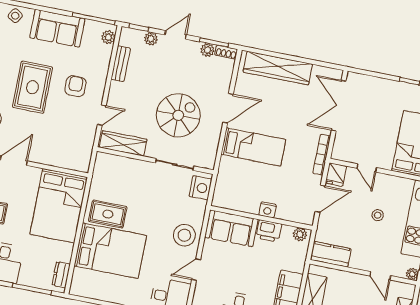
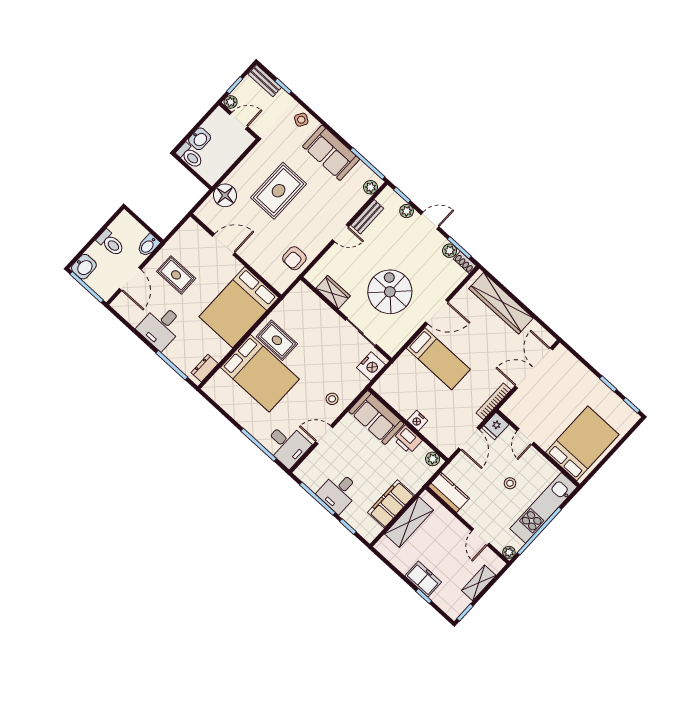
armchair: (75, 86) -> (294, 258), moved, turned 180
door: (102, 115) -> (340, 233), moved
spiral stairs: (178, 115) -> (390, 292), turned -90
wardrobe: (123, 143) -> (333, 292), width x0.67
door: (320, 199) -> (469, 439), hinge flipped
stool: (184, 235) -> (332, 399), width x0.53, depth x0.53

